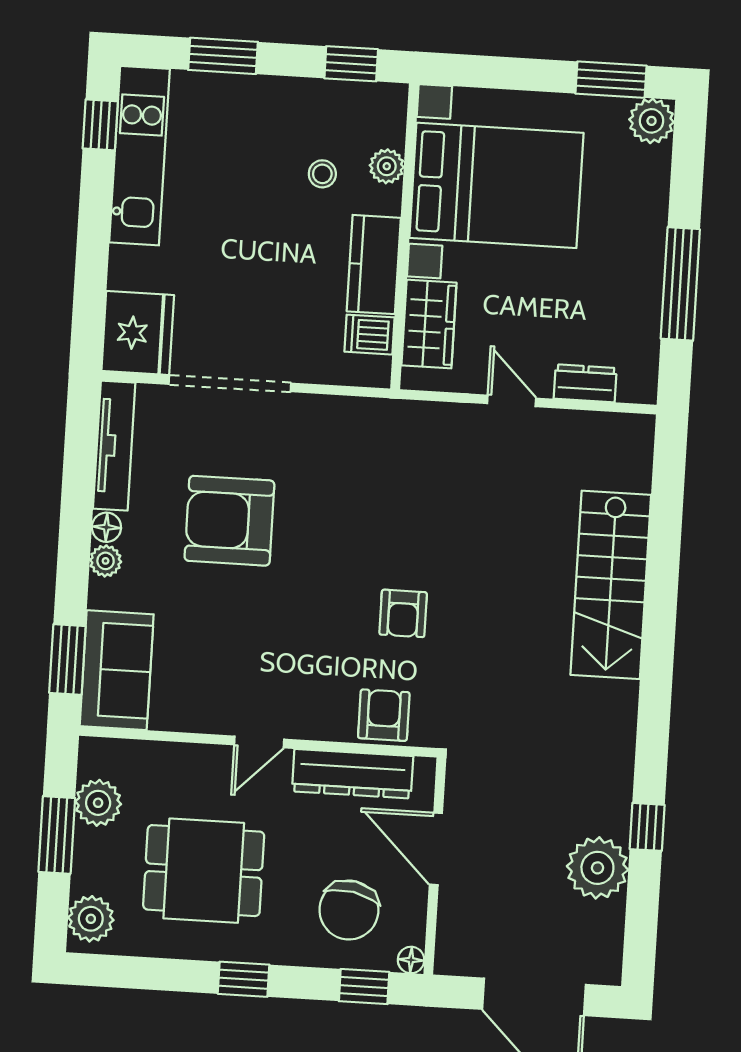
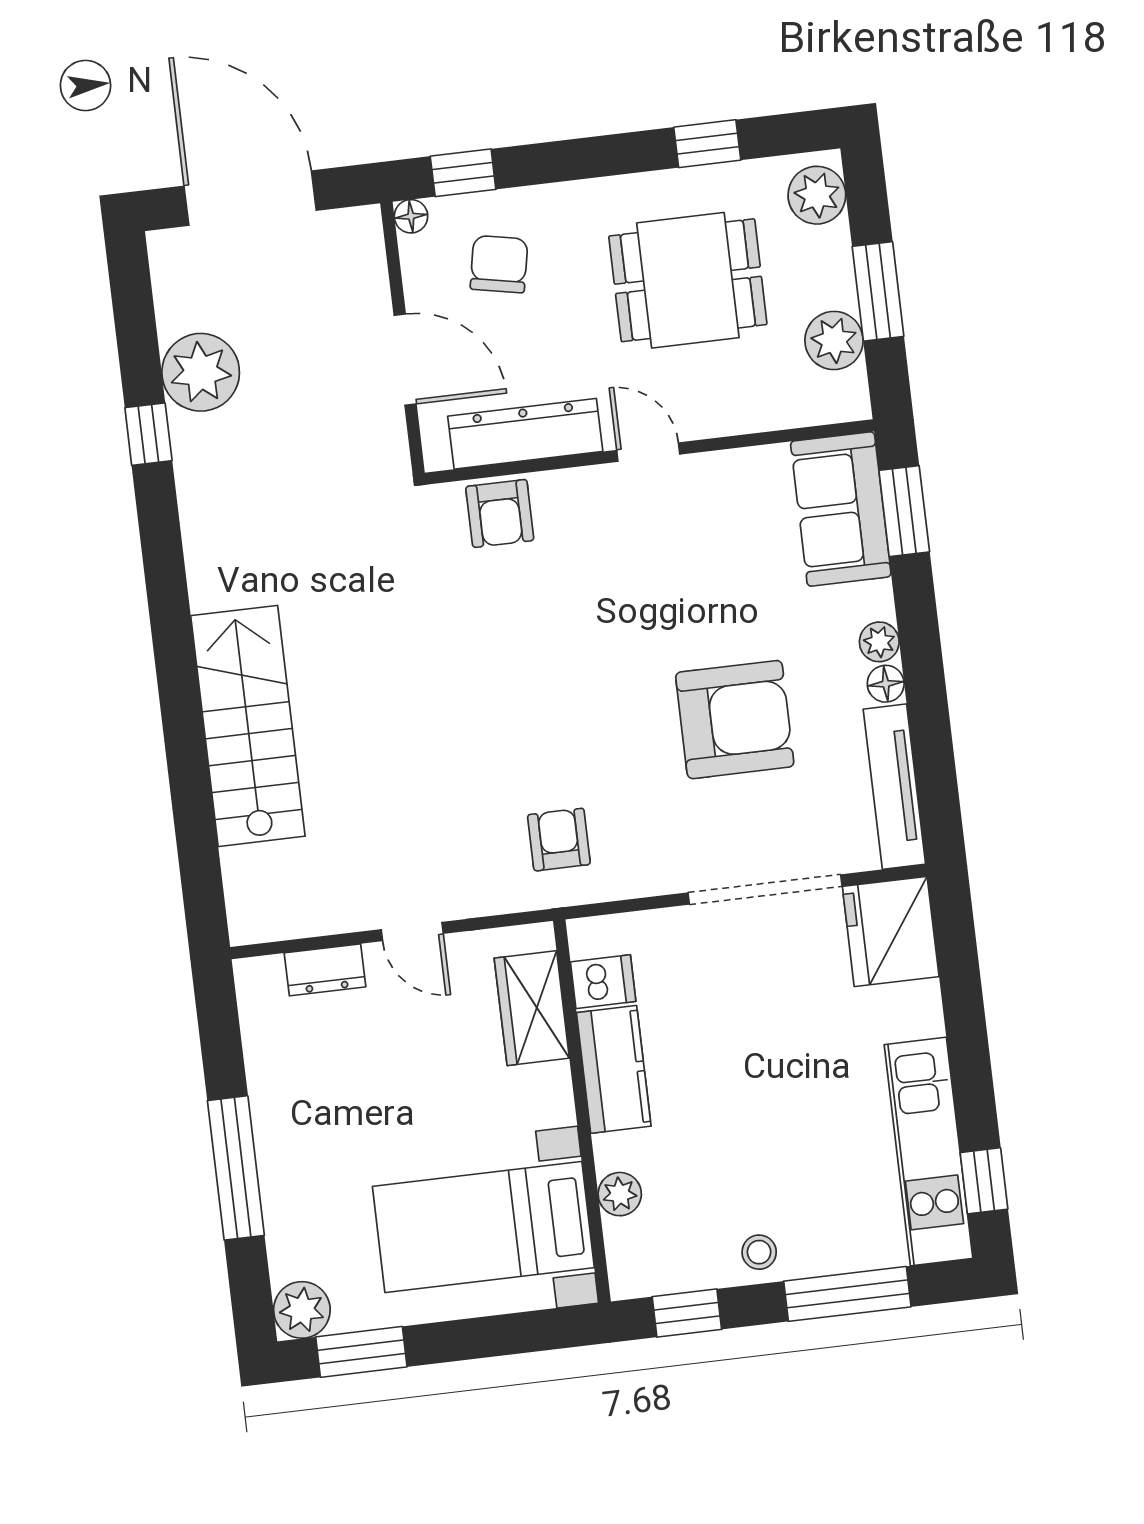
window: (223, 56) -> (847, 1294), width x1.44
stool: (322, 174) -> (759, 1252), moved
bed with nightstands: (496, 185) -> (483, 1227), width x0.73
window: (680, 284) -> (236, 1168), moved
armchair: (403, 613) -> (559, 840), moved
door: (259, 742) -> (648, 452), hinge flipped
chair: (349, 910) -> (499, 264), width x0.73, depth x0.73
window: (244, 979) -> (707, 144), moved

